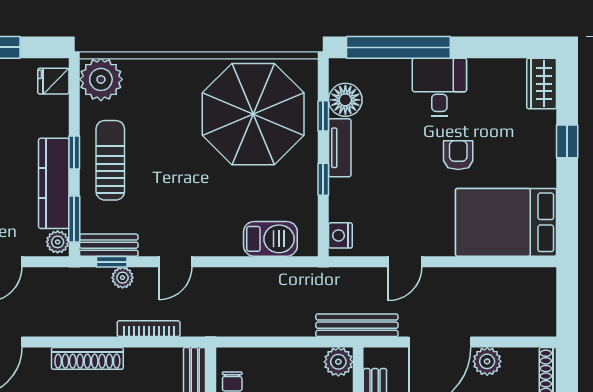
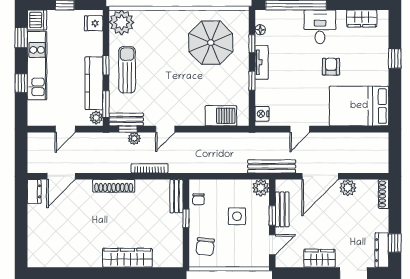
wardrobe: (542, 84) -> (362, 18), moved, turned -90
floor lamp: (345, 100) -> (260, 30), width x0.53, depth x0.53
parasol: (253, 114) -> (211, 43), width x0.73, depth x0.73

